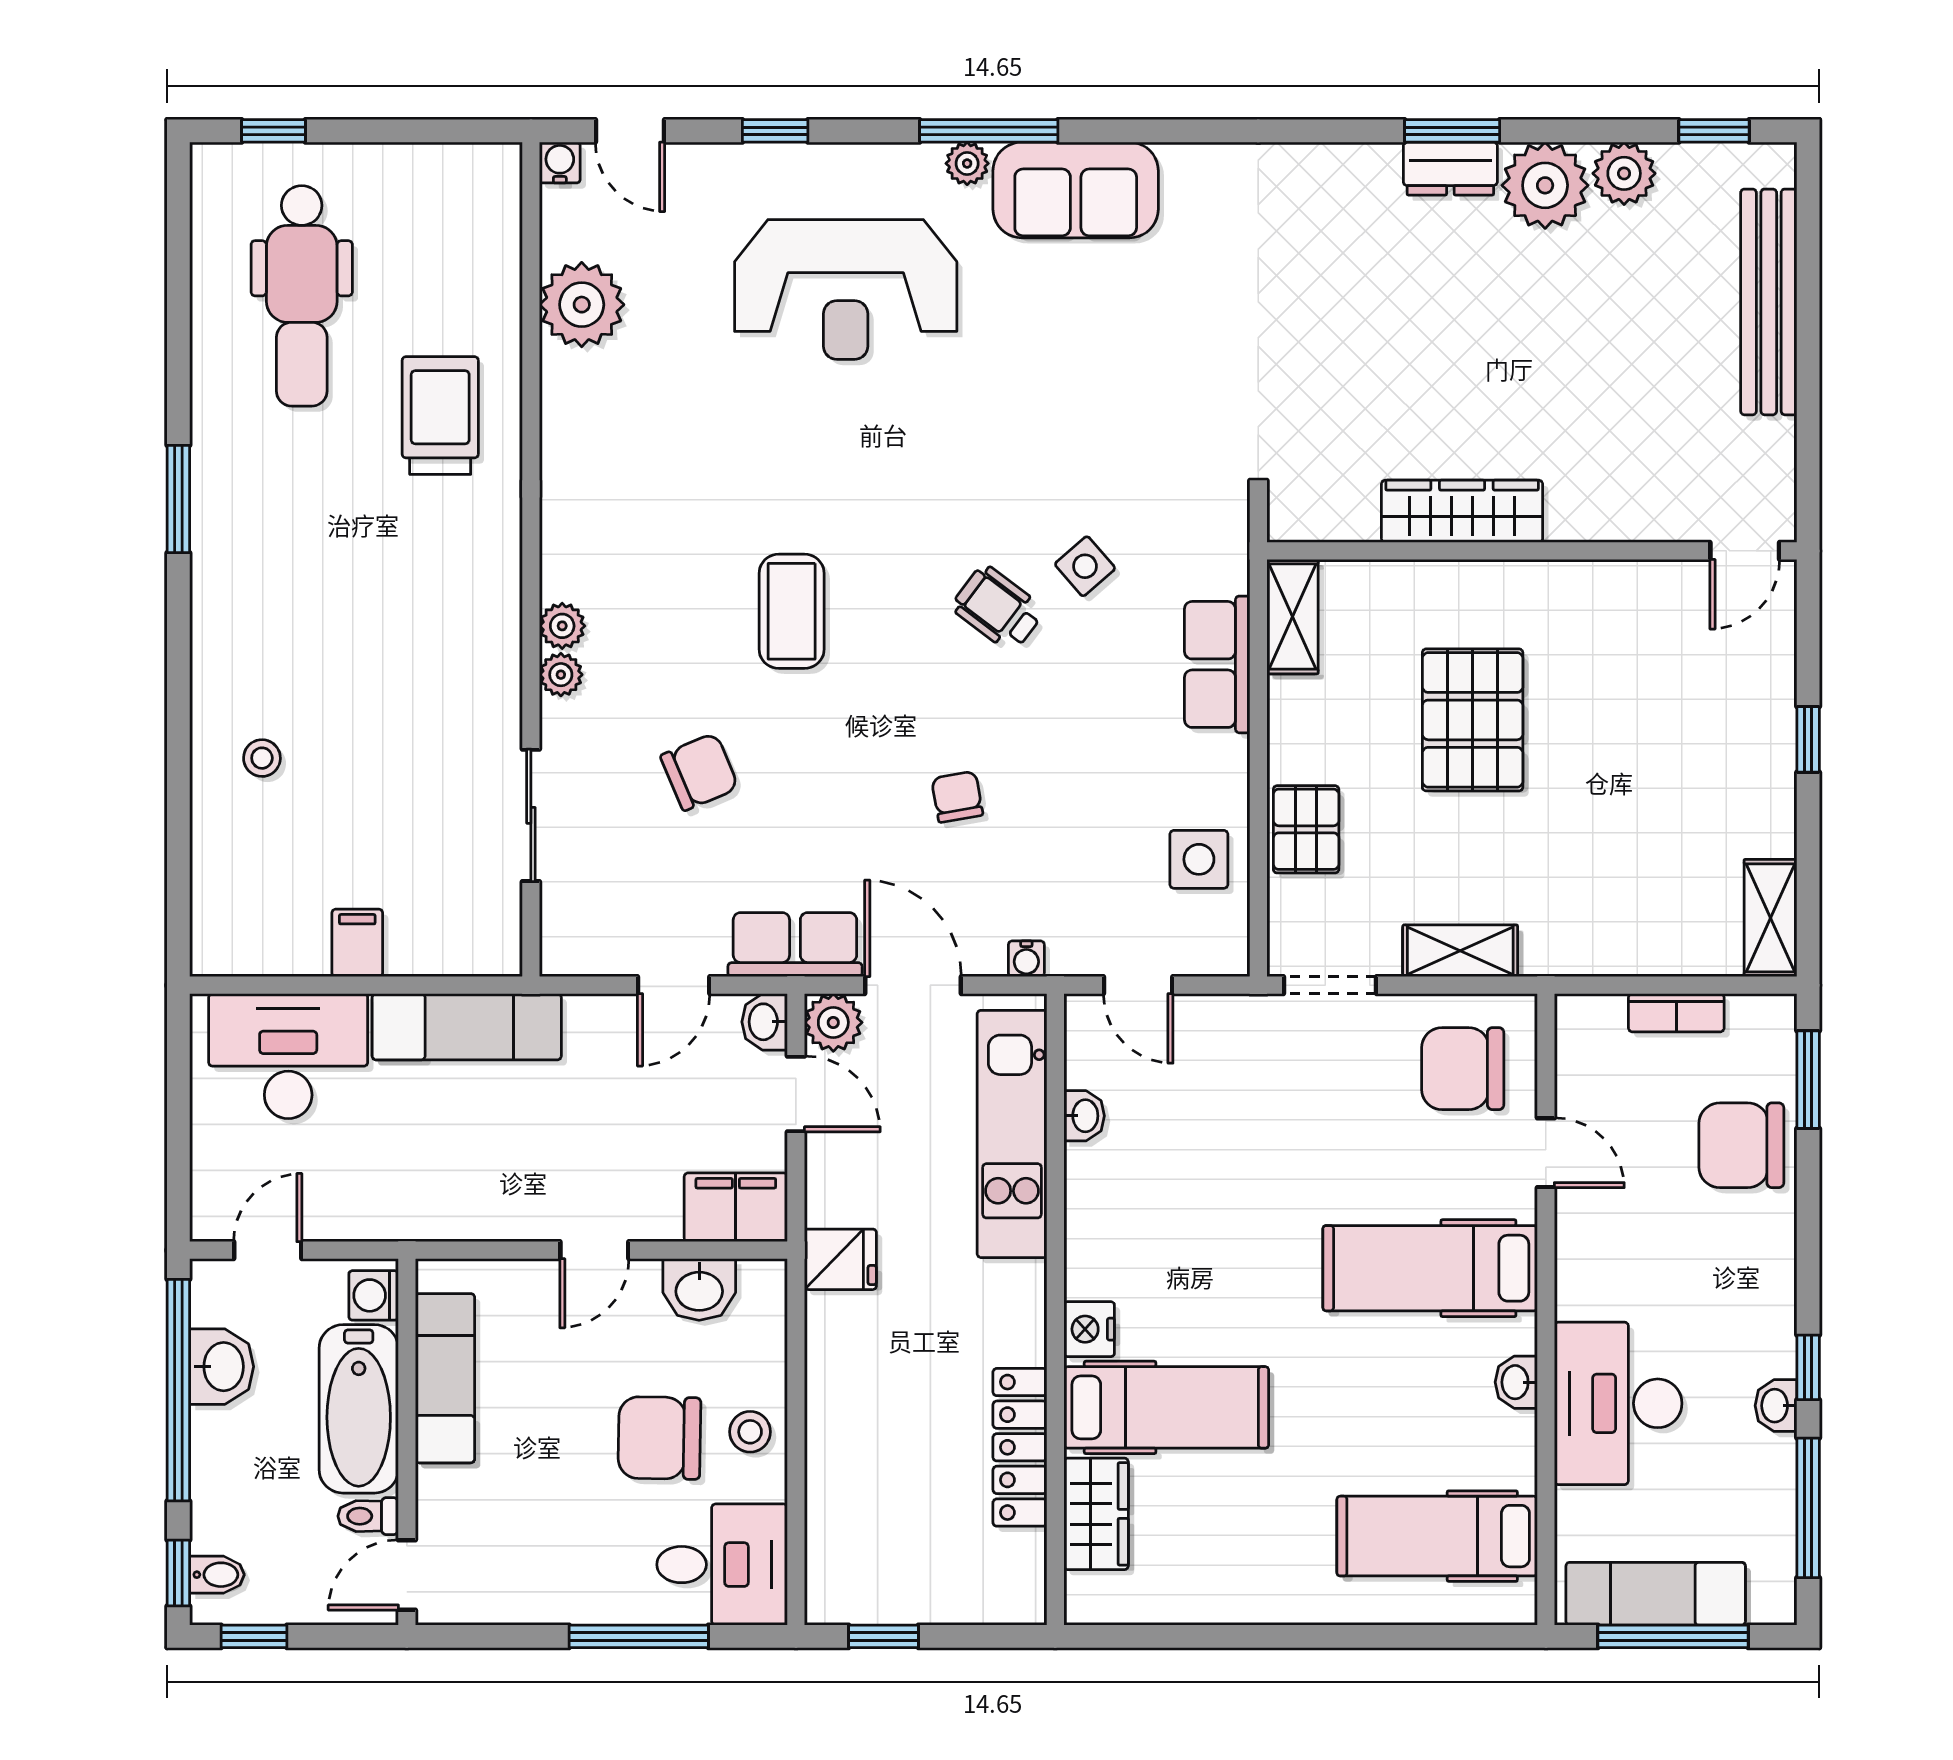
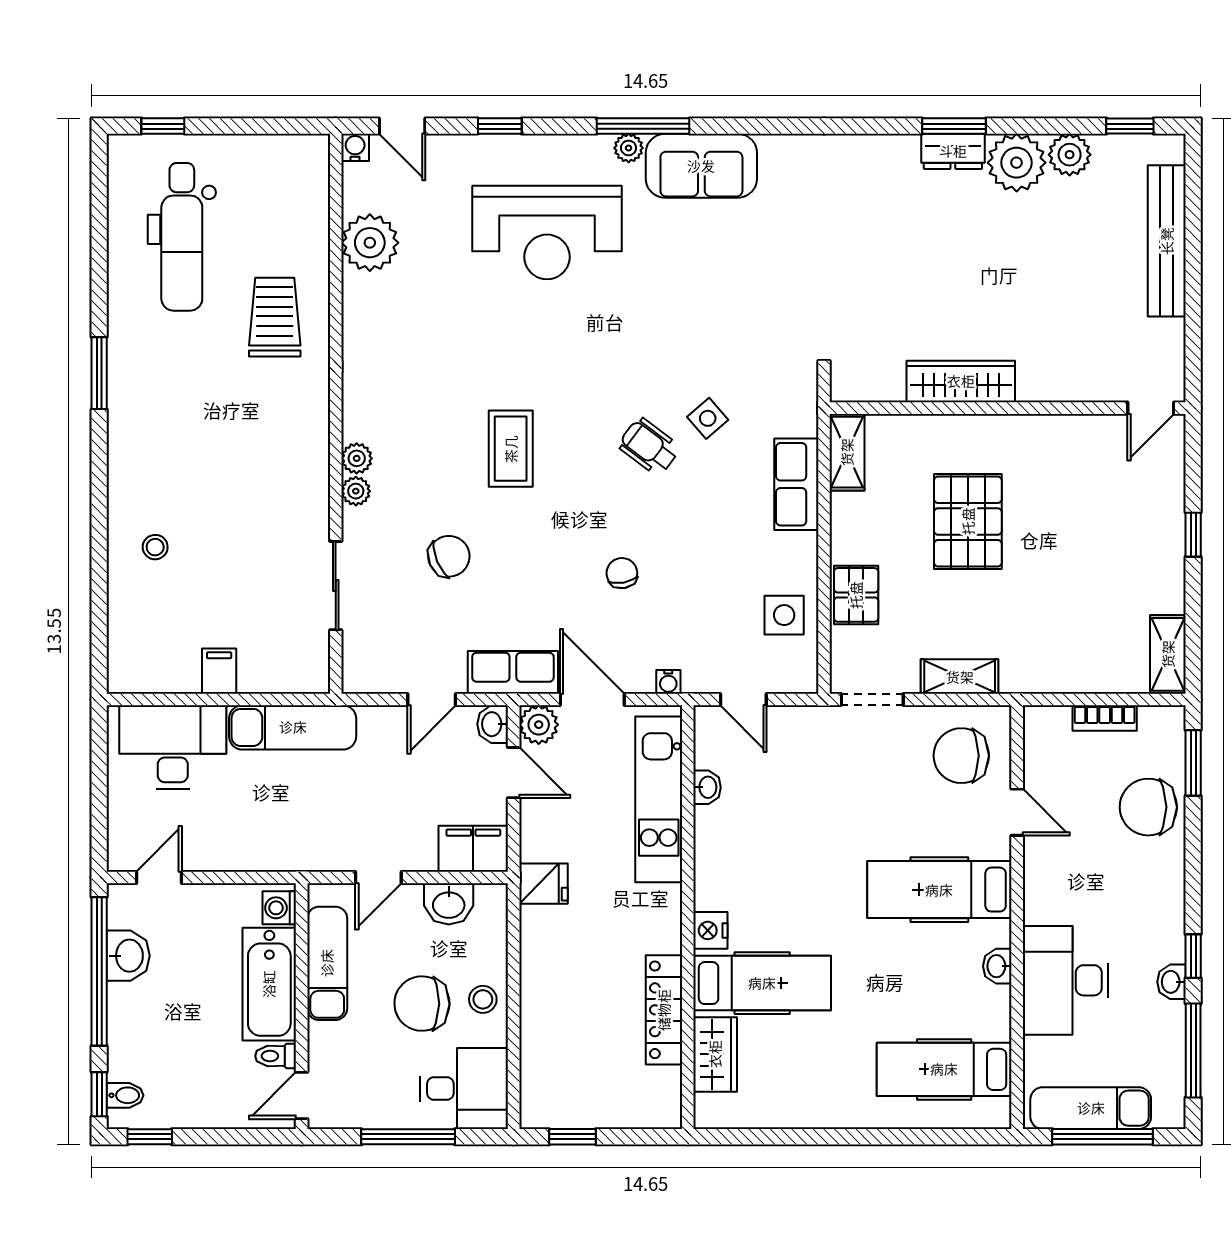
washing machine: (374, 1295) -> (279, 908), moved
exam couch: (445, 1378) -> (327, 963), moved
bathtub: (359, 1409) -> (269, 984), moved
wall: (407, 1442) -> (302, 1006), moved
toilet: (368, 1516) -> (276, 1056), moved
door: (407, 1575) -> (302, 1095), moved

